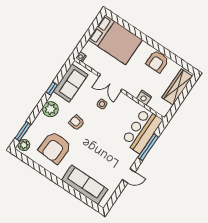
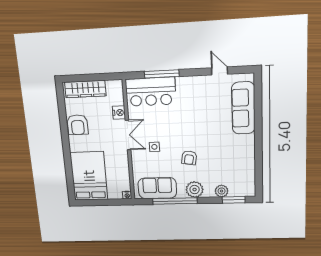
armchair: (157, 61) -> (78, 125), turned 90
double door: (111, 83) -> (128, 135), moved
window: (52, 89) -> (175, 201), width x3.17
plant: (24, 145) -> (222, 191), moved
armchair: (55, 148) -> (227, 161), removed
door: (129, 176) -> (220, 71), moved

